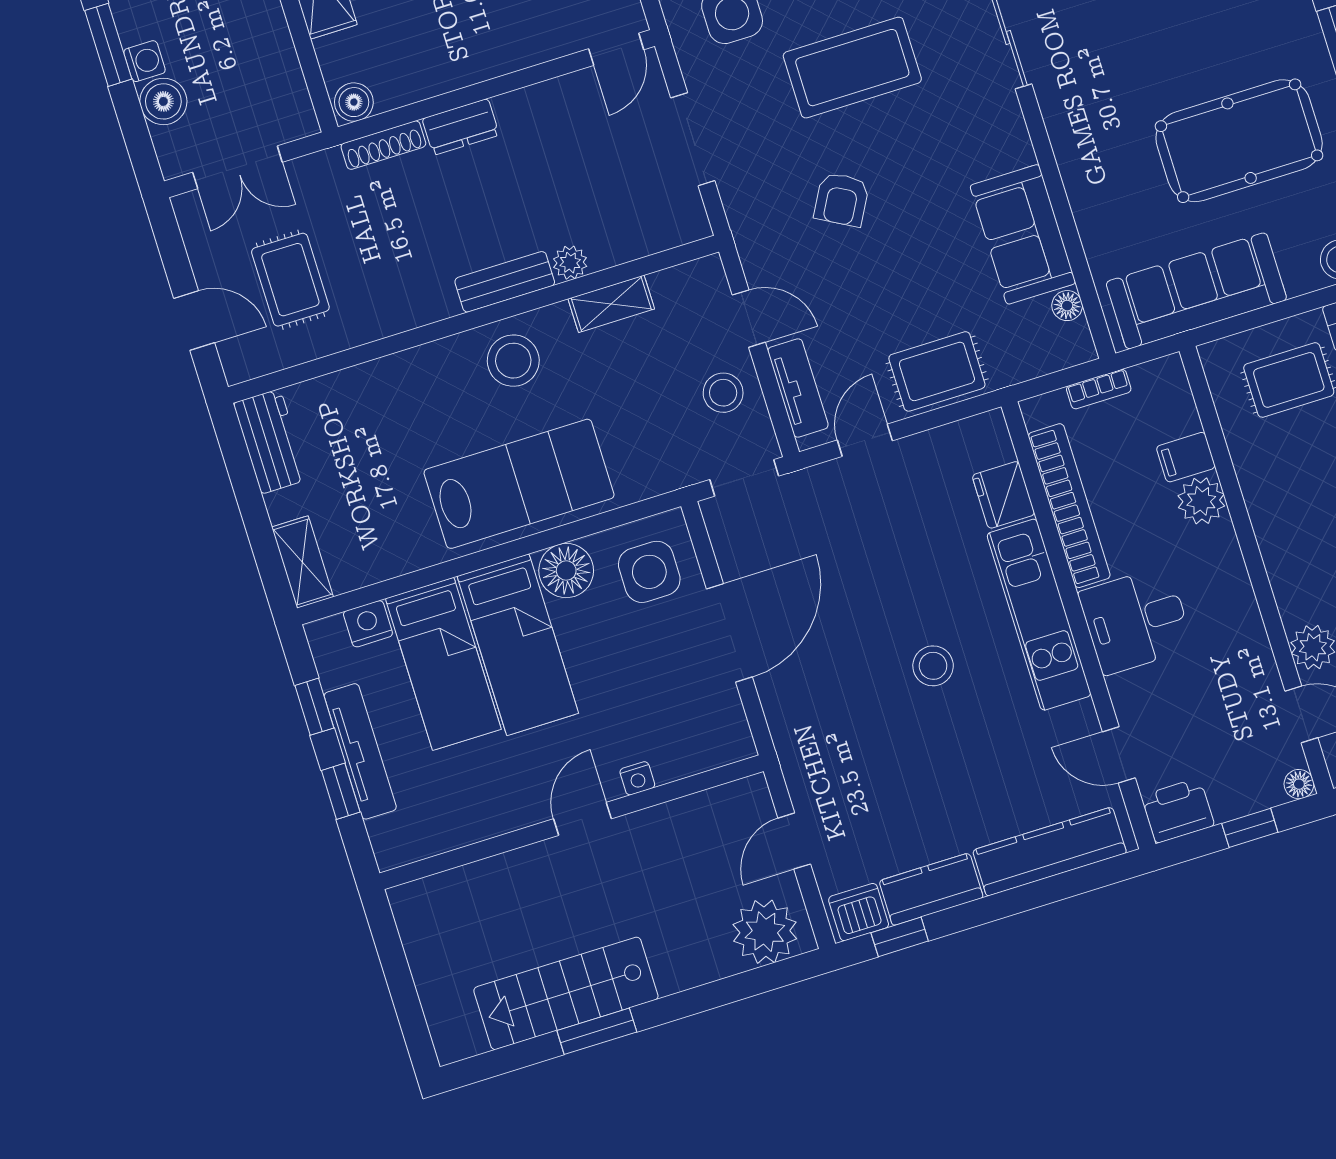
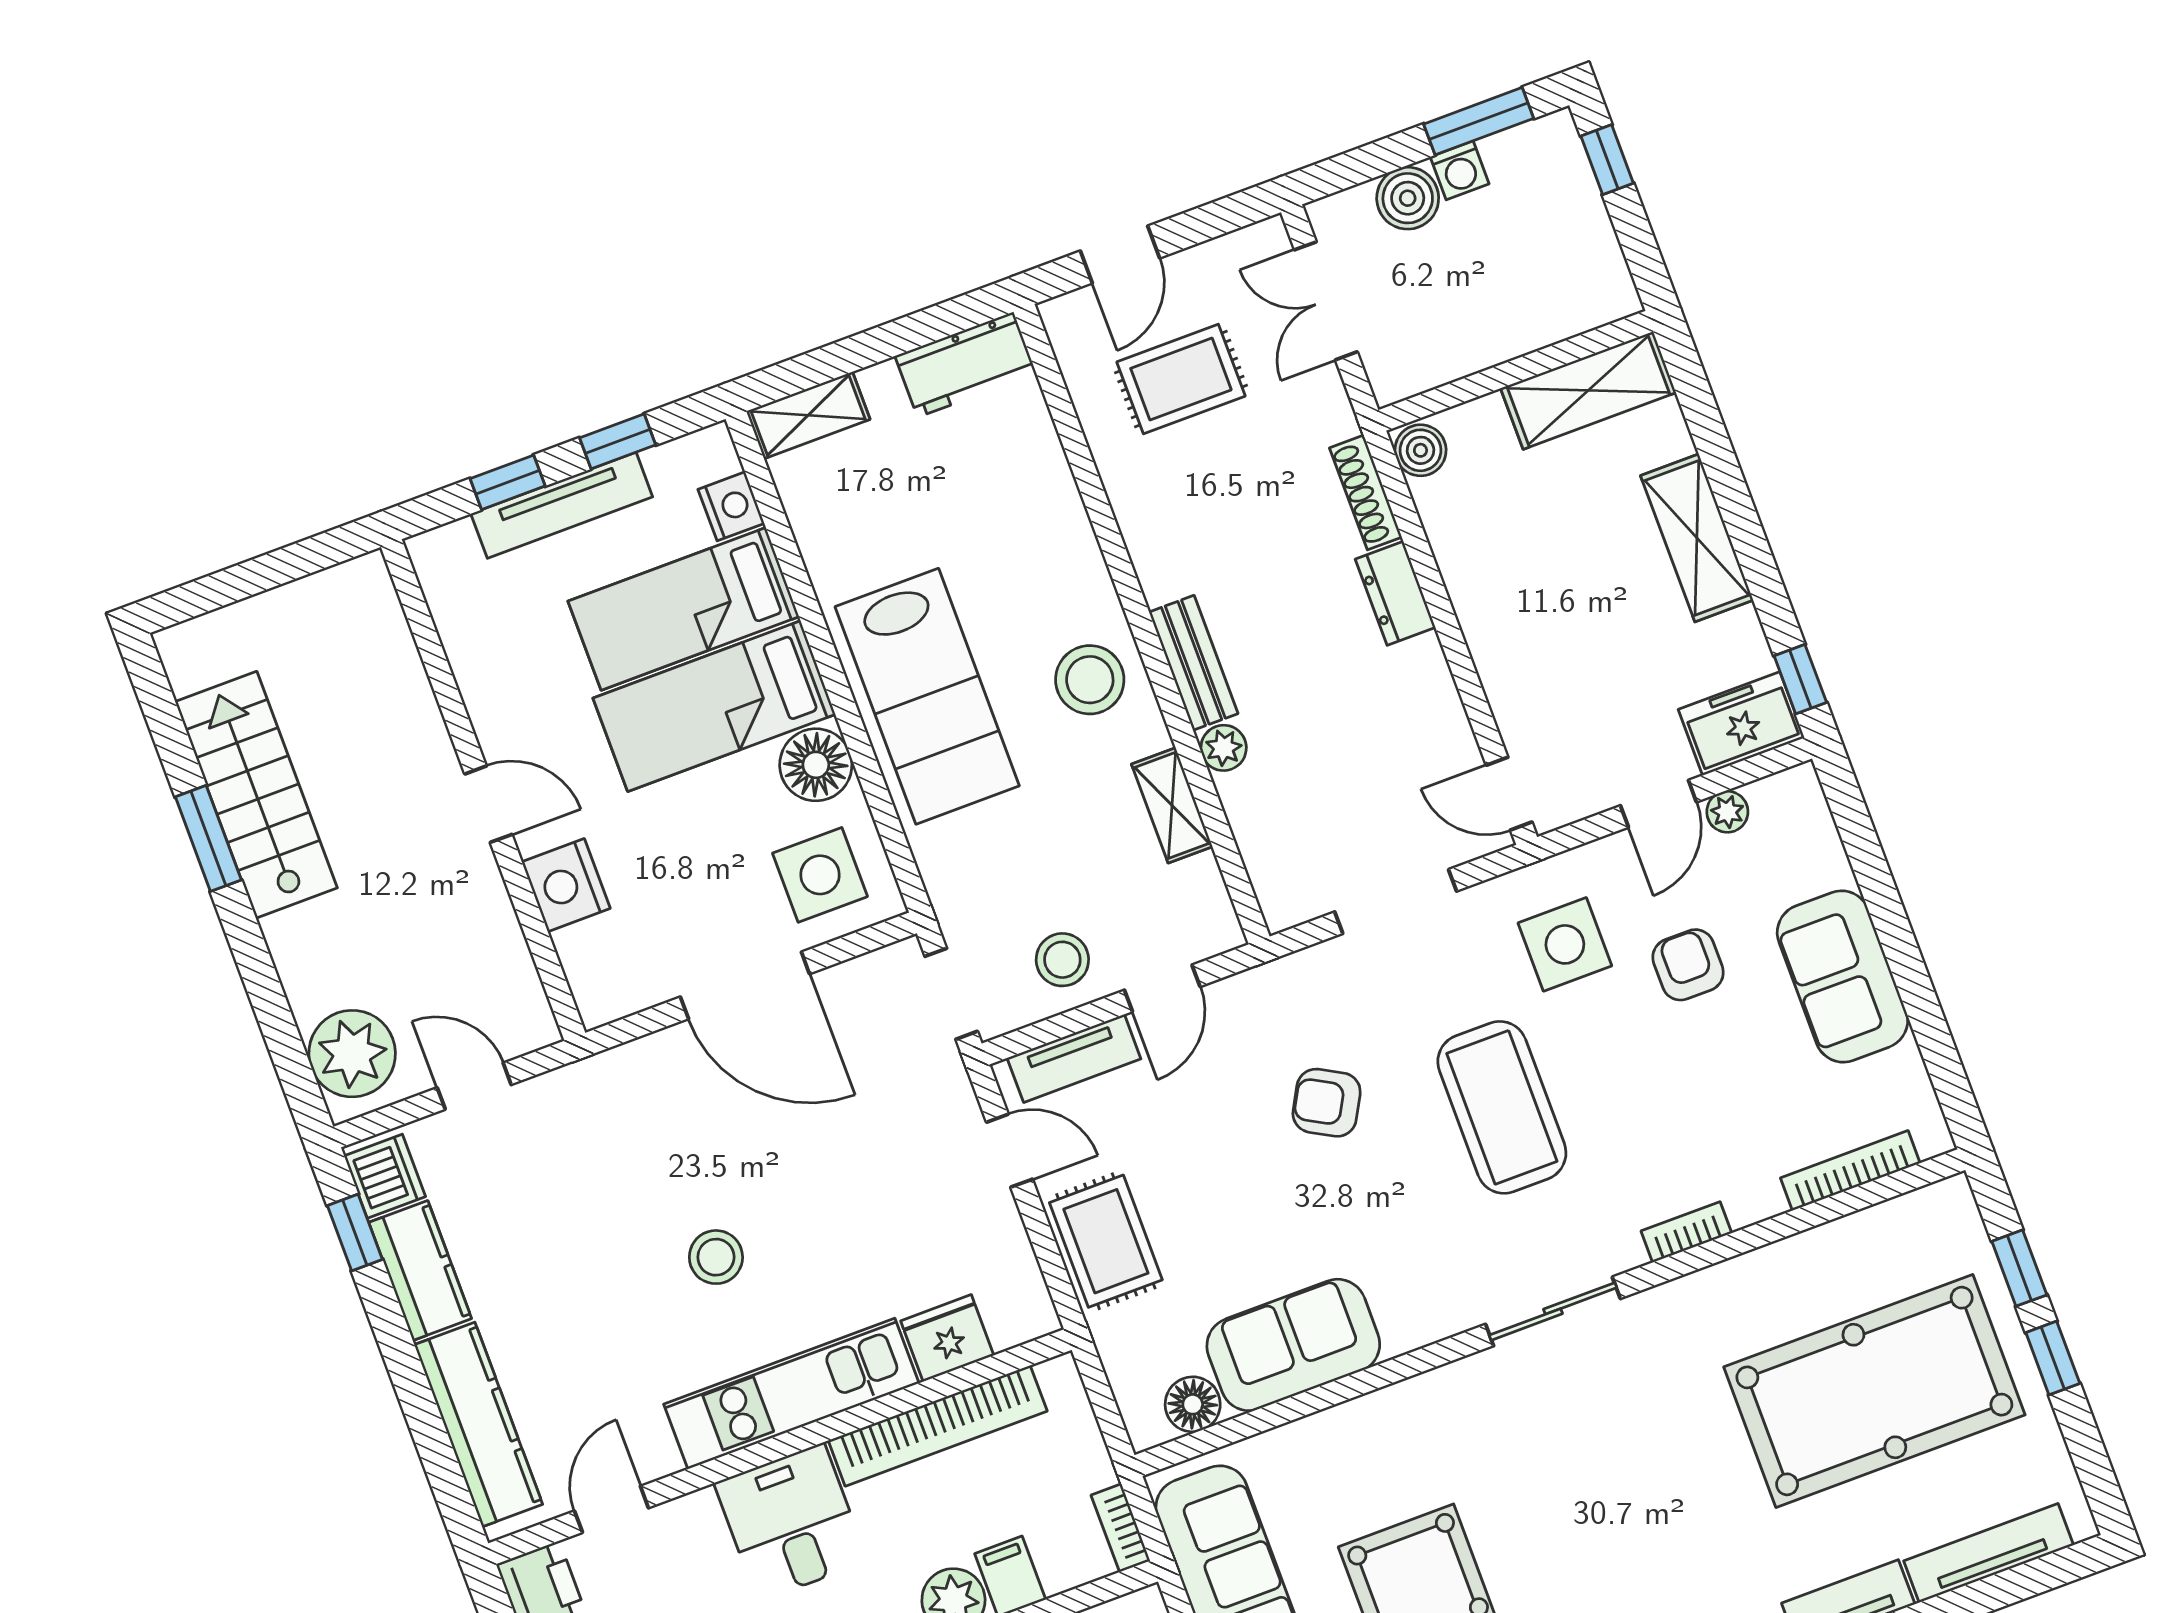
floor lamp: (1067, 306) -> (1193, 1404), width x1.37, depth x1.37
bookcase: (1099, 389) -> (1121, 1528), moved
nightstand: (637, 778) -> (566, 885), width x1.89, depth x1.79

